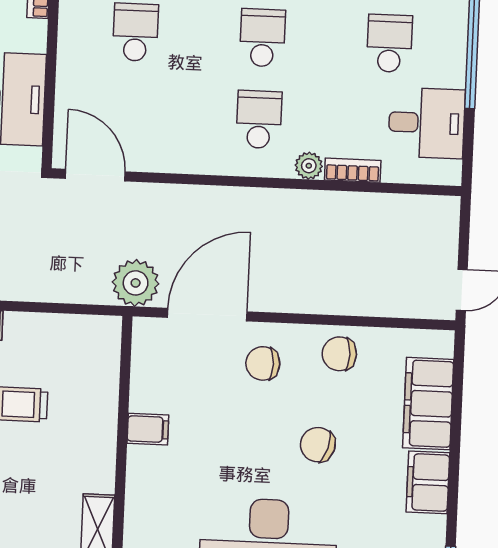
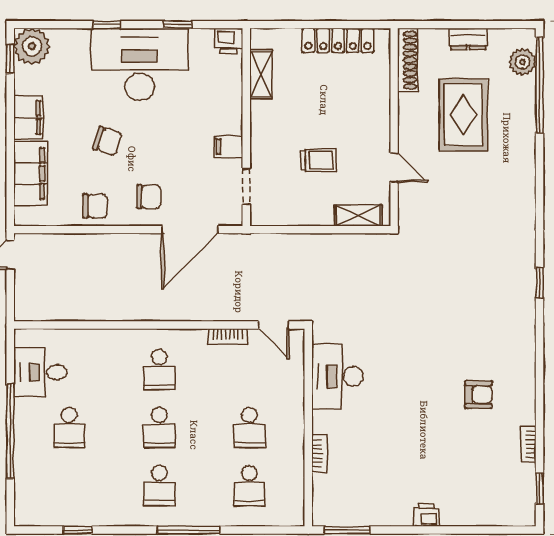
plant: (309, 166) -> (122, 338), removed
bookcase: (353, 170) -> (228, 336), moved
door: (95, 175) -> (274, 325), width x0.73
plant: (136, 283) -> (242, 250), removed
doorway: (125, 372) -> (246, 187), added

